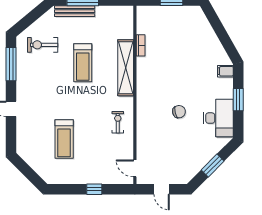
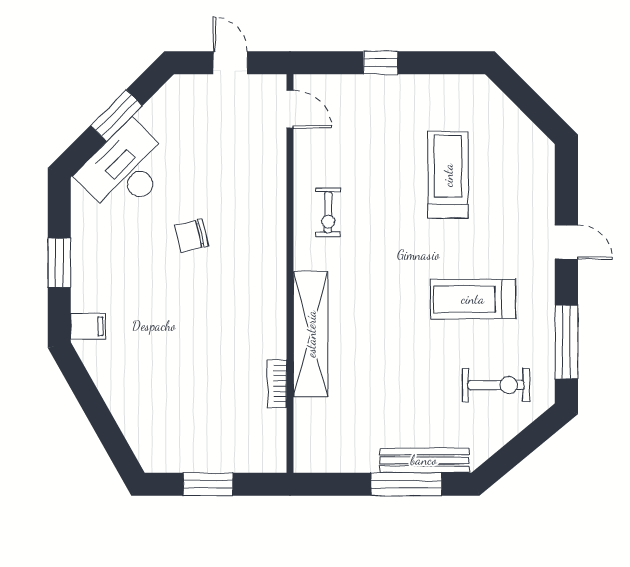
treadmill: (83, 63) -> (473, 299), moved, turned -90
desk: (218, 118) -> (125, 170), moved, turned 45

